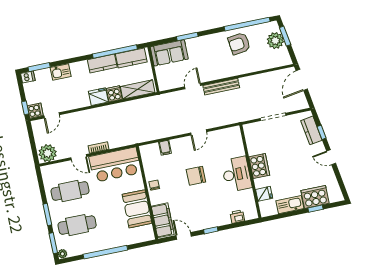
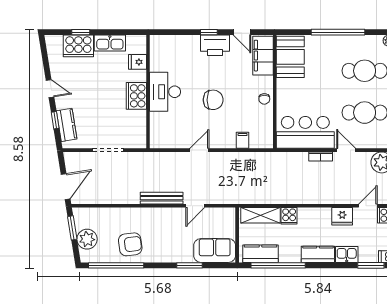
window: (285, 36) -> (72, 228), moved
kitchen counter: (102, 64) -> (318, 254), moved
fridge: (98, 97) -> (342, 216), moved
booth: (137, 209) -> (290, 57), moved
printer: (237, 217) -> (215, 45), moved, width x1.87, depth x1.48

